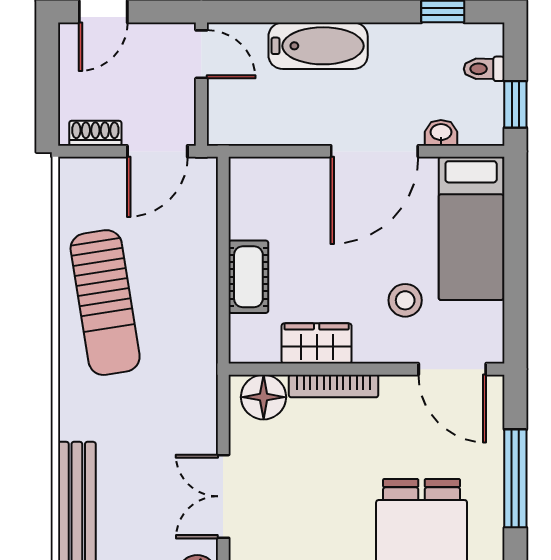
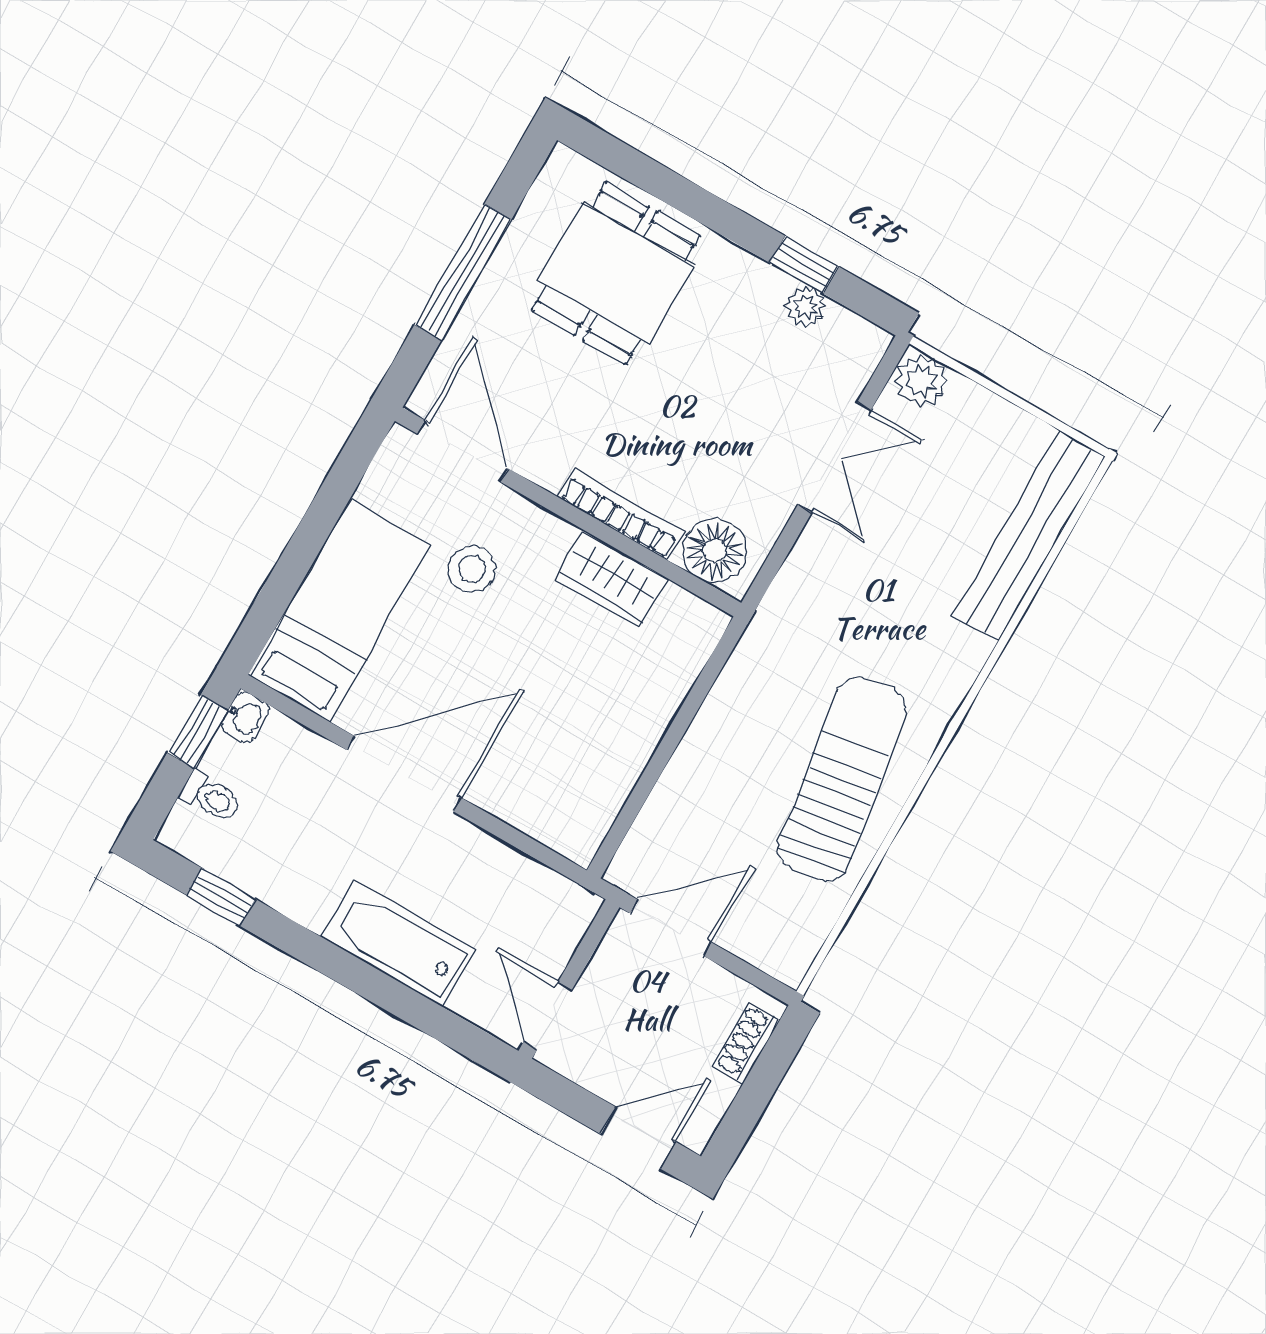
shoe rack: (95, 133) -> (746, 1043), moved, turned 90
washbasin: (441, 133) -> (245, 717), moved, turned -90
cot: (248, 277) -> (648, 709), removed

